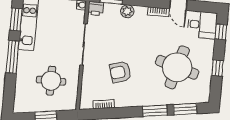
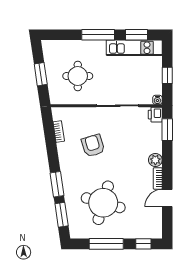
plant: (127, 11) -> (155, 160), moved
desk: (202, 25) -> (149, 224), removed
window: (218, 68) -> (106, 244), width x2.17

